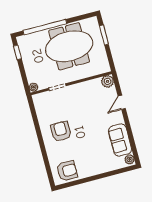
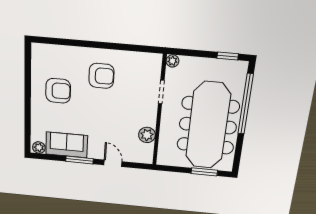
meeting table: (69, 46) -> (208, 126), width x1.36
plant: (108, 81) -> (147, 135), moved
window: (128, 127) -> (80, 160), added
armchair: (67, 171) -> (58, 91), moved, turned -90

